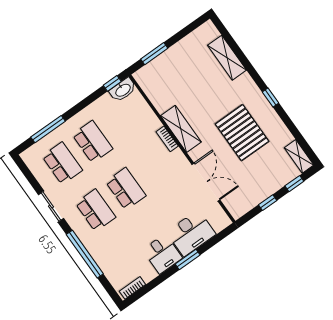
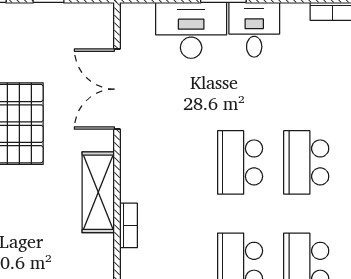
bookcase: (167, 139) -> (129, 225), moved

